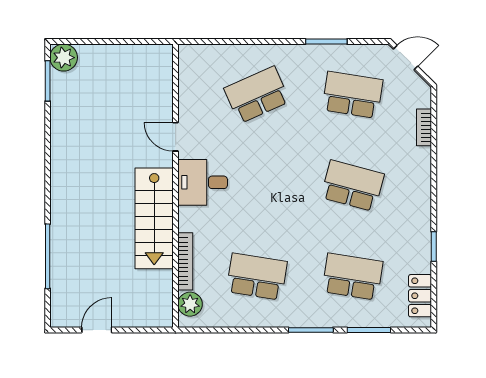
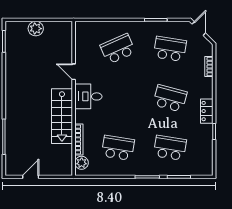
plant: (64, 58) -> (36, 29), moved
door: (405, 58) -> (199, 29), hinge flipped
locker: (420, 296) -> (207, 111), moved

